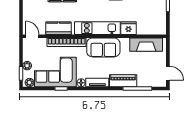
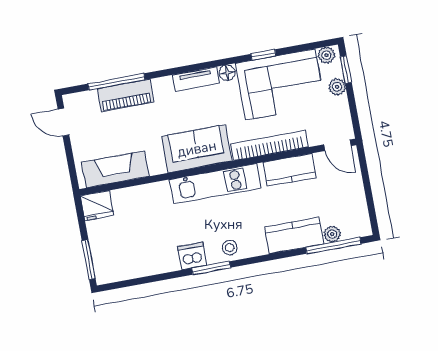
fridge: (128, 28) -> (97, 206), moved
piano: (123, 81) -> (126, 95), moved

